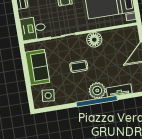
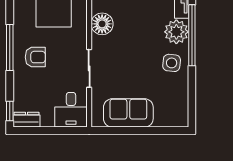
coffee table: (79, 66) -> (137, 53), removed
side table: (48, 96) -> (172, 63), moved

